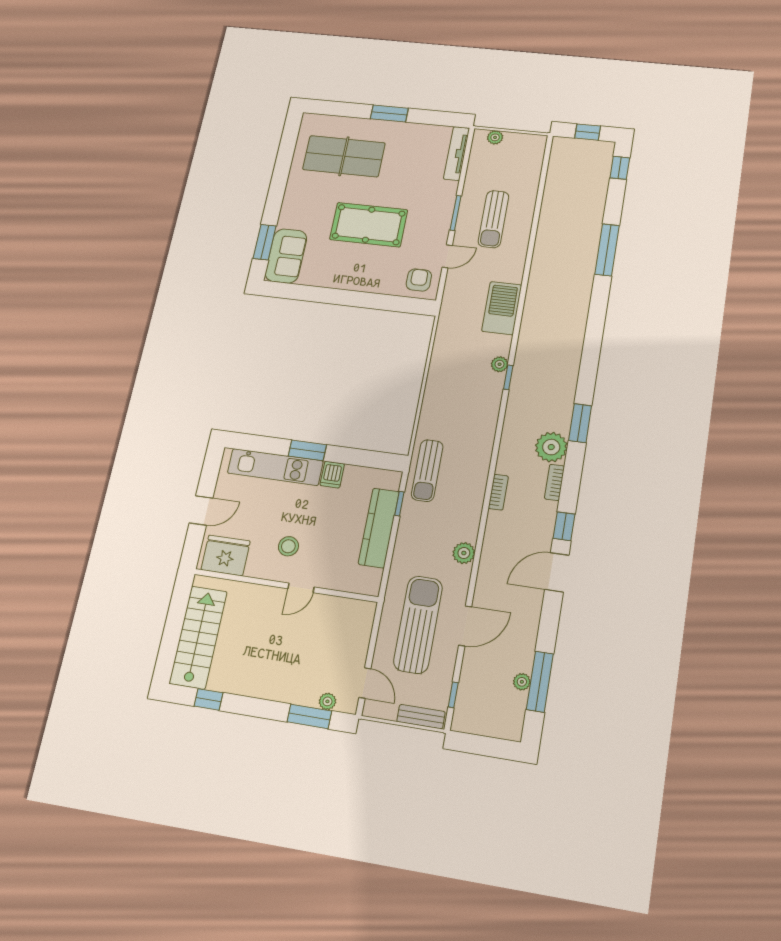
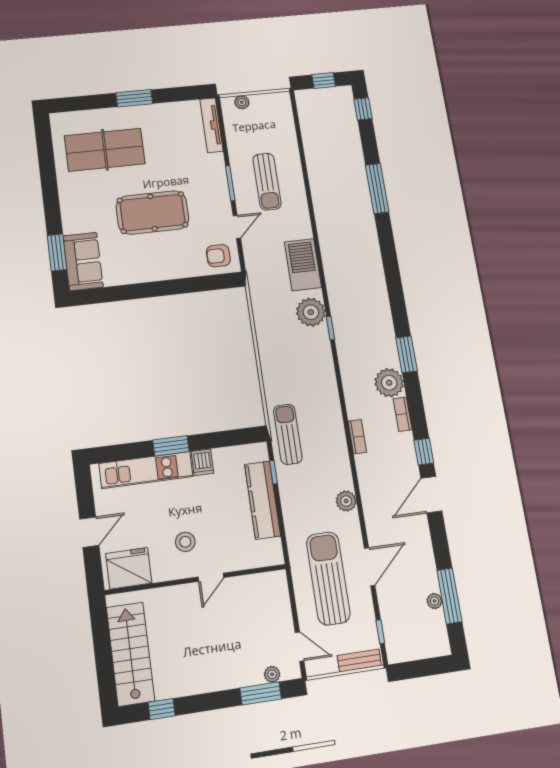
armchair: (419, 280) -> (218, 256), turned -90
plant: (500, 364) -> (311, 312), width x1.87, depth x1.87
sun lounger: (427, 470) -> (288, 434), turned 180

